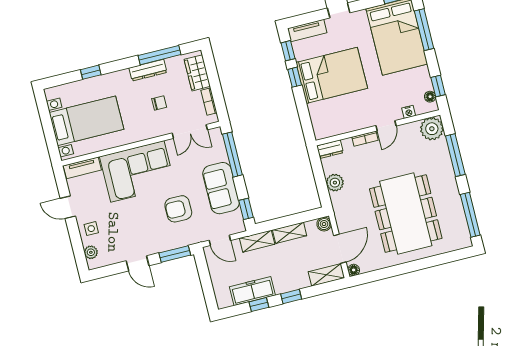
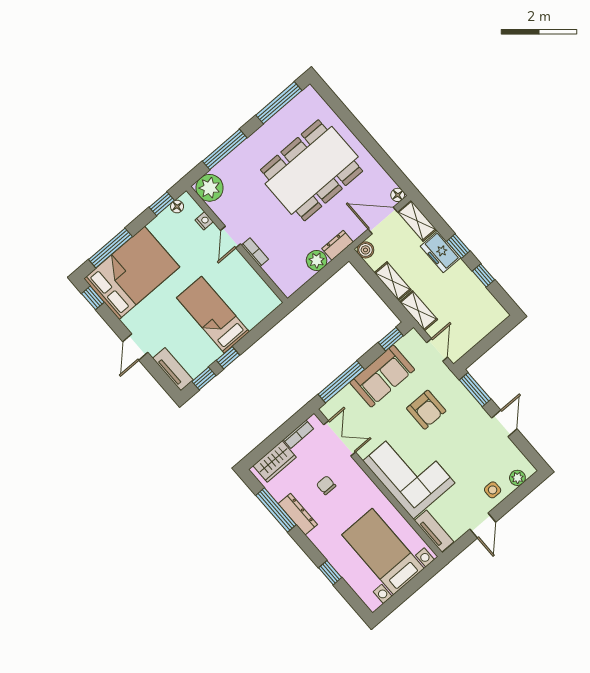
bed: (332, 75) -> (213, 315), width x0.67
door: (386, 126) -> (231, 237), swing flipped
dresser: (330, 149) -> (338, 245), moved, turned -90
freezer: (252, 291) -> (441, 252), moved, width x0.71

